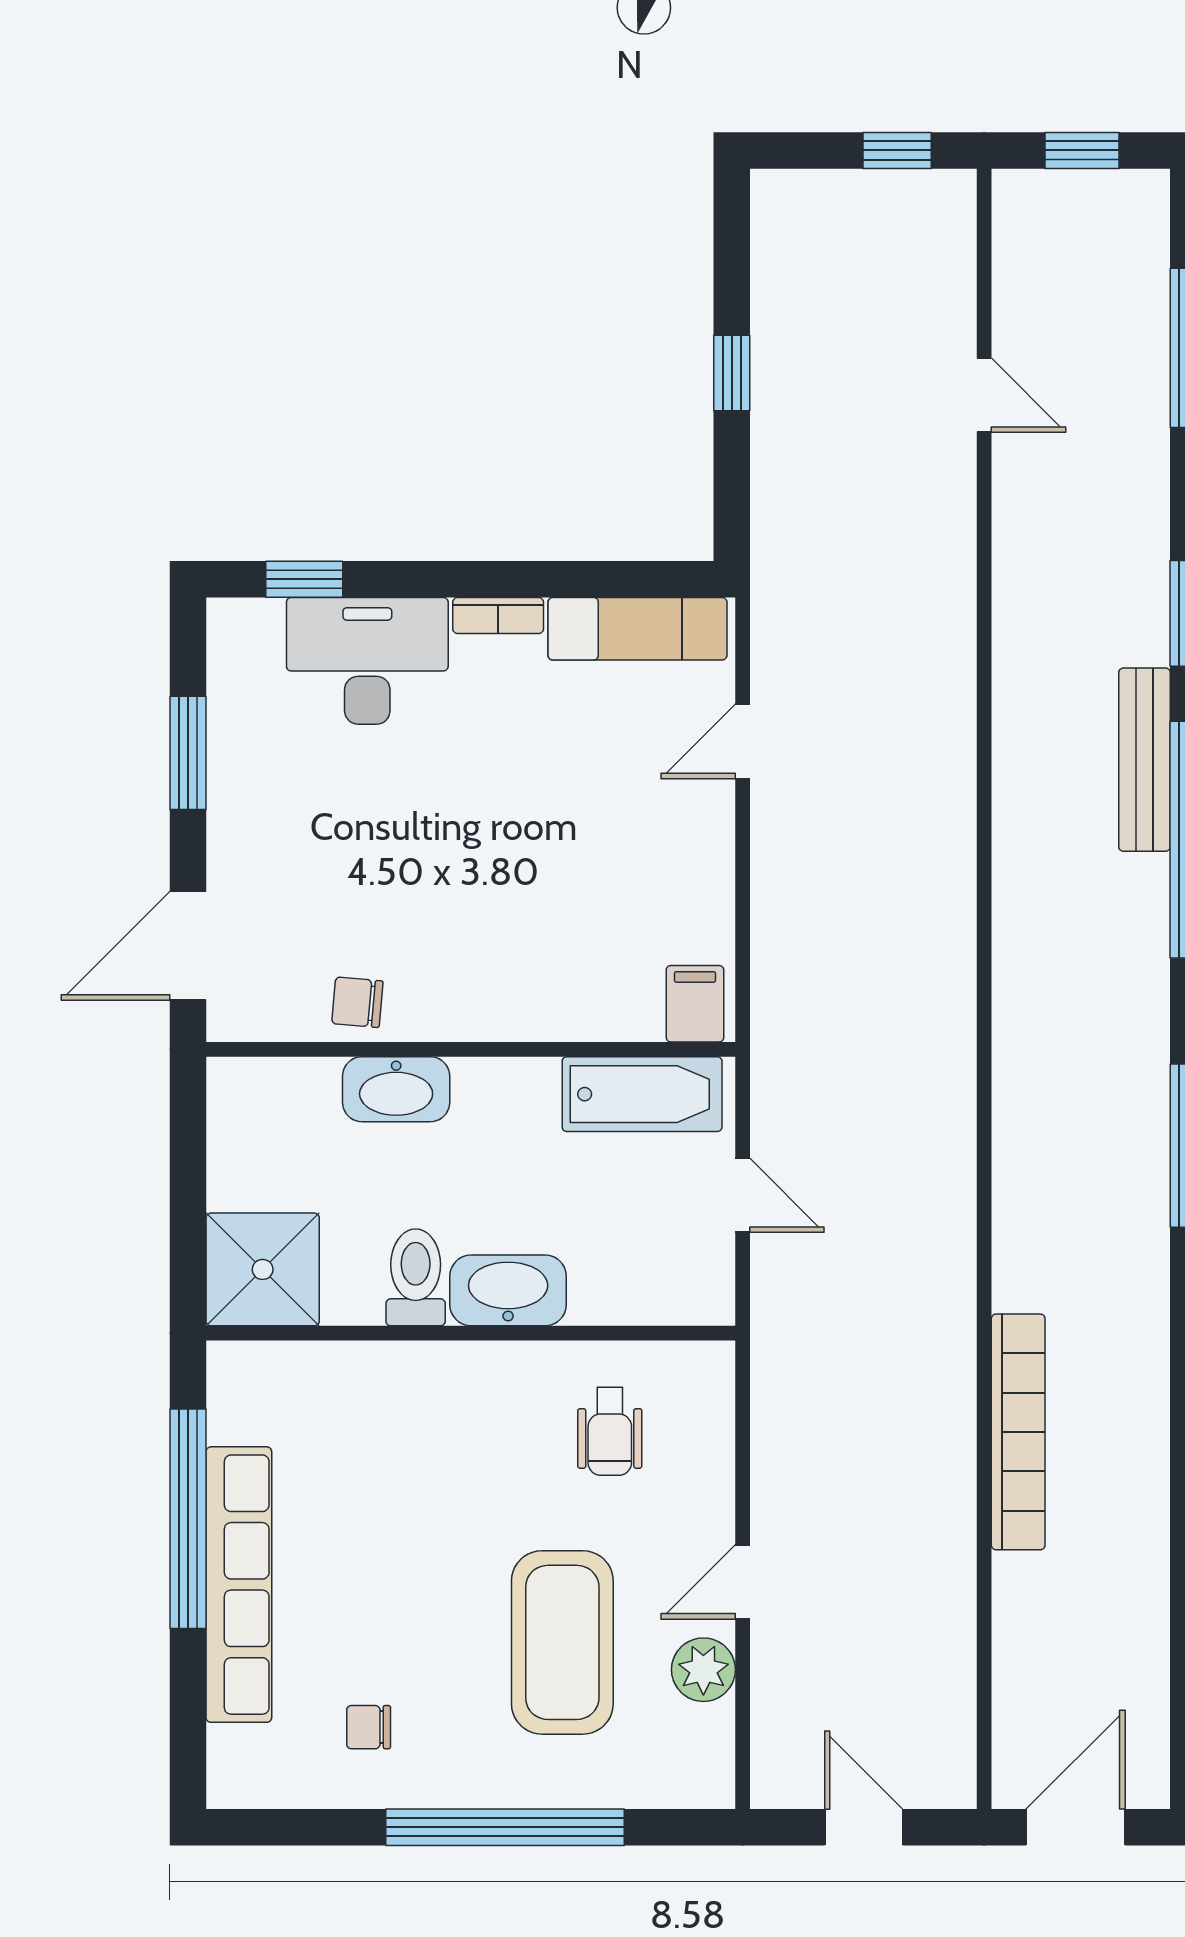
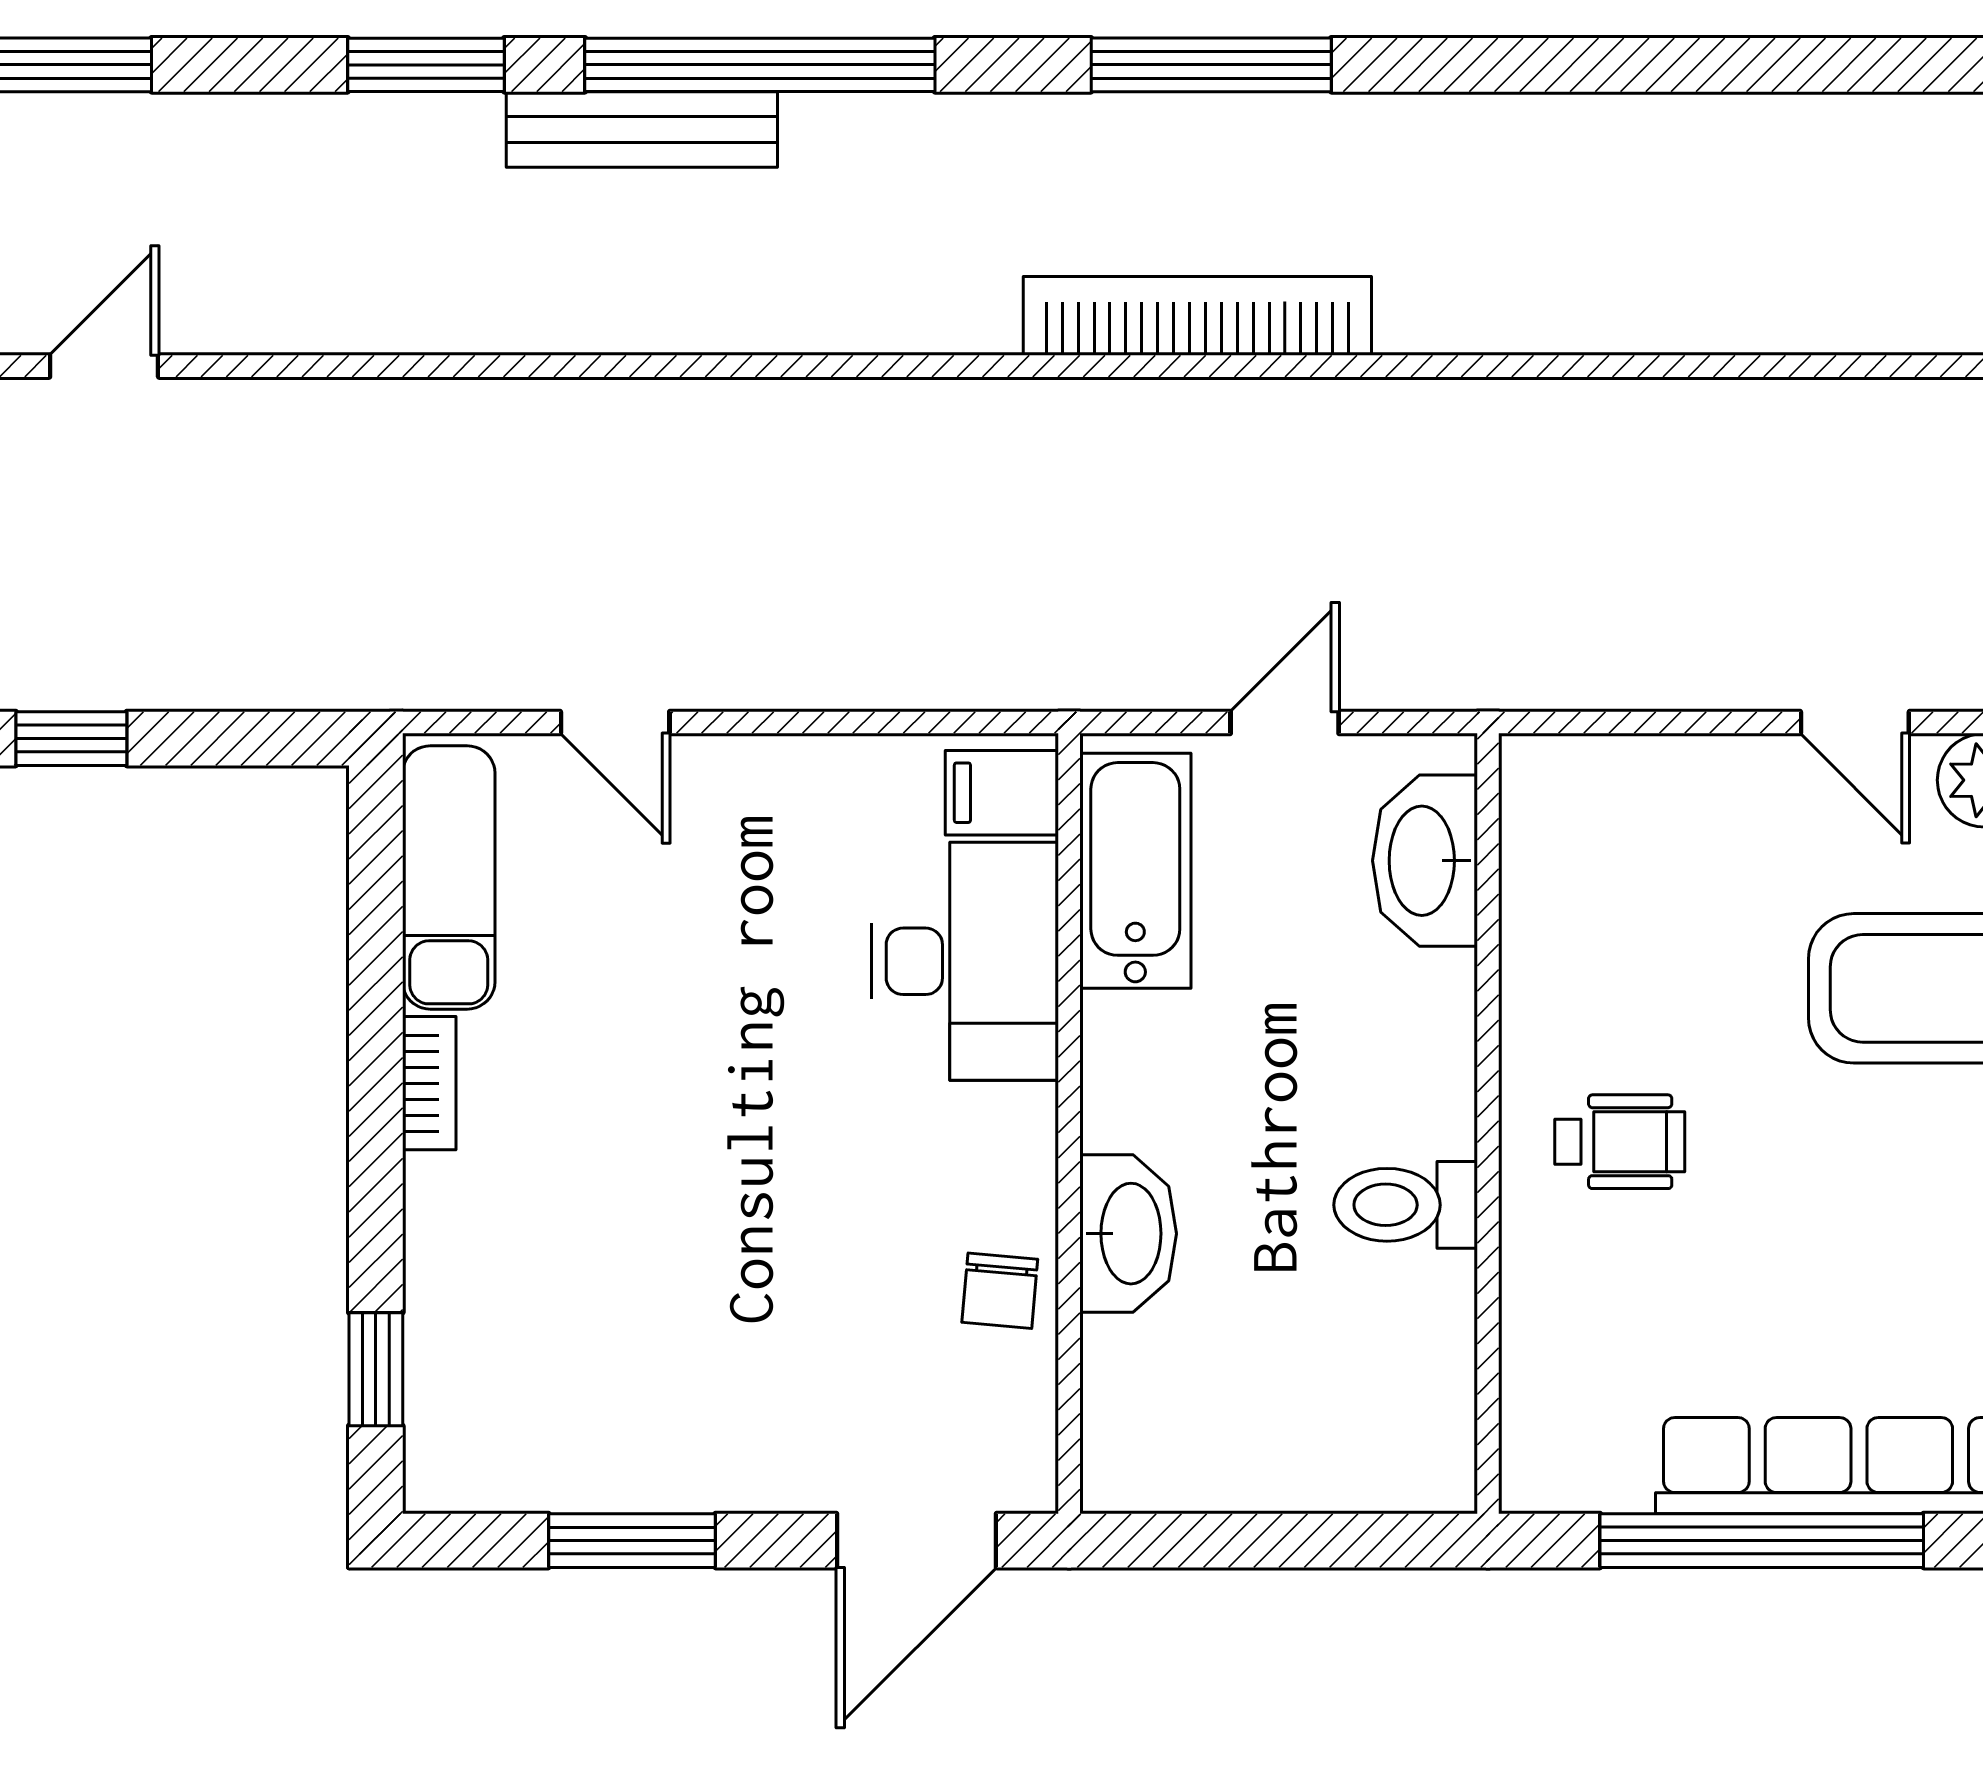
desk: (367, 661) -> (965, 961), moved, turned 180
door: (188, 946) -> (917, 1541), hinge flipped
shower: (263, 1269) -> (1394, 1431), removed
washbasin: (508, 1290) -> (1425, 861), moved
wheelchair: (610, 1431) -> (1620, 1142), moved
bookcase: (1018, 1432) -> (1197, 316), moved

